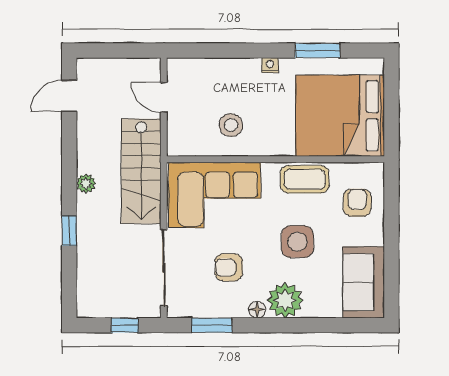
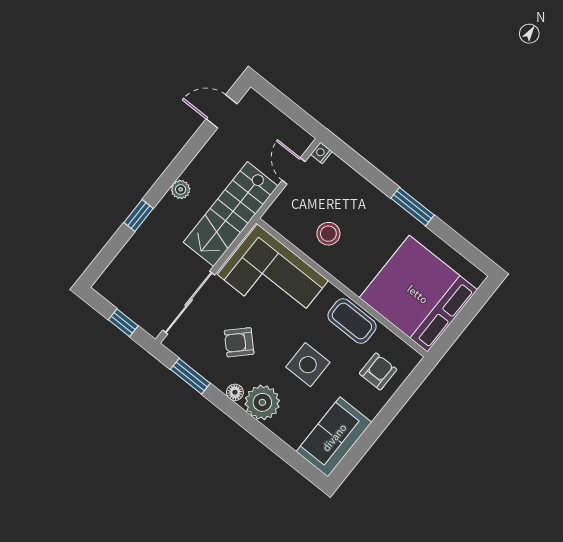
window: (318, 51) -> (413, 207), moved
nightstand: (270, 65) -> (321, 153), moved, turned -90
armchair: (229, 267) -> (239, 342), turned -45

